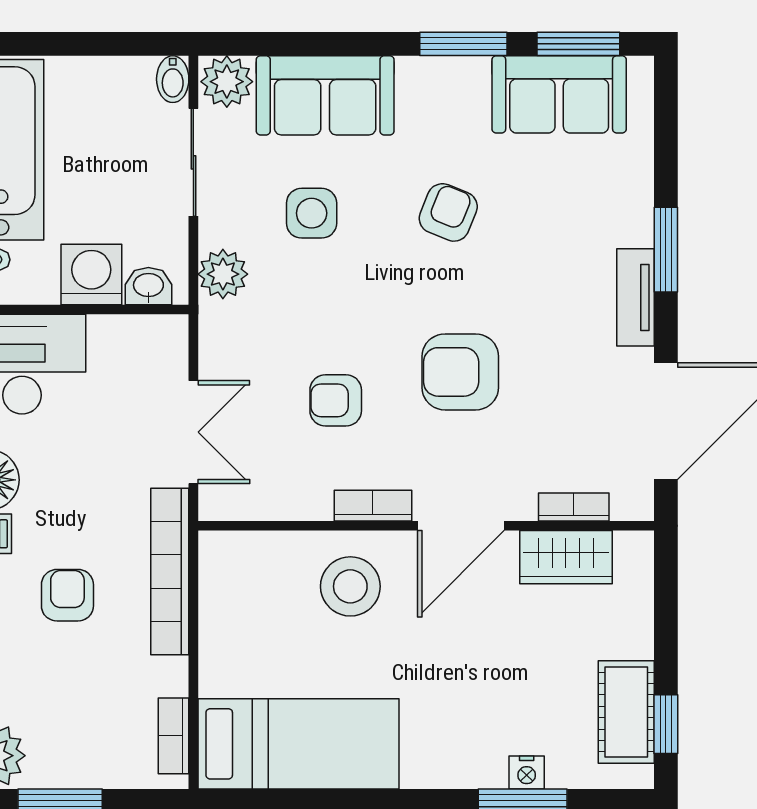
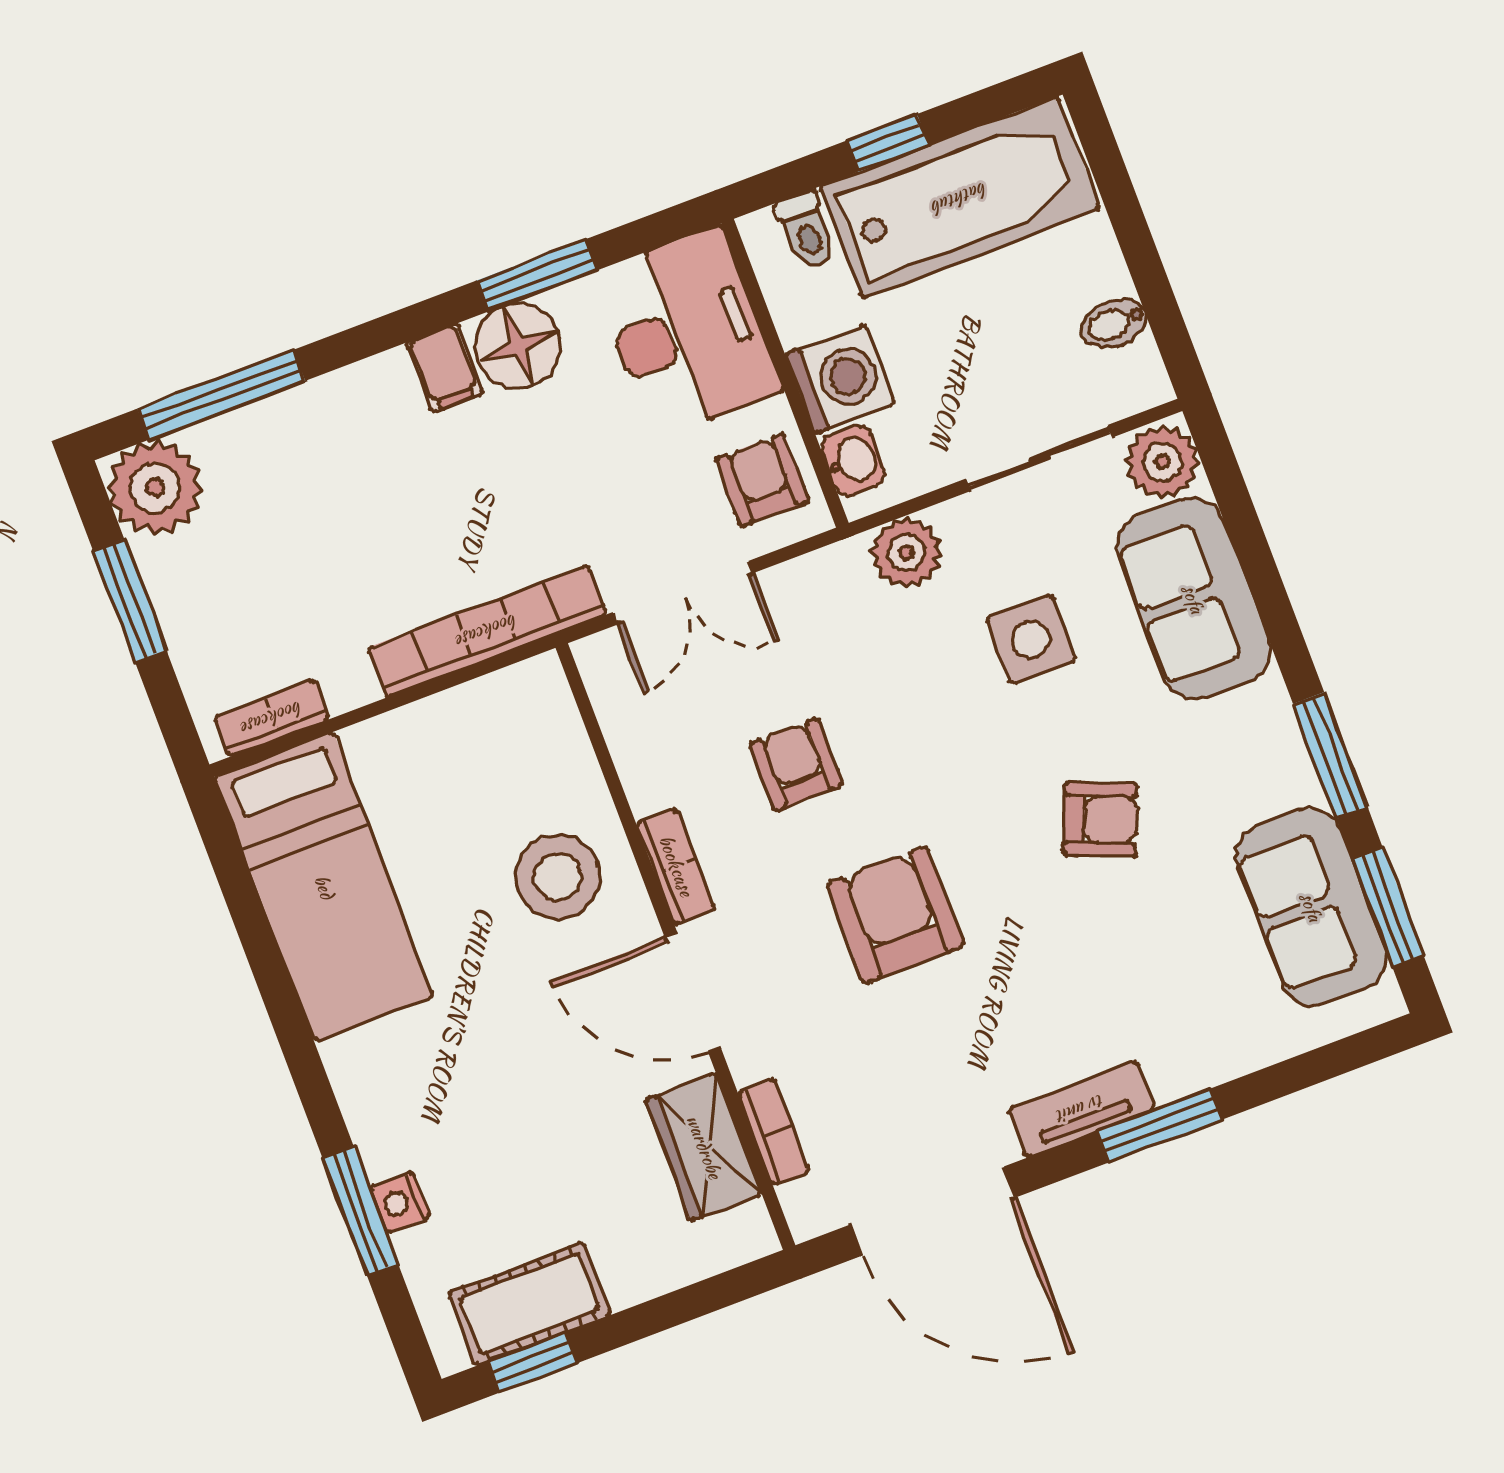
bidet: (173, 79) -> (1114, 323), moved
armchair: (67, 595) -> (762, 480), moved, turned -90

